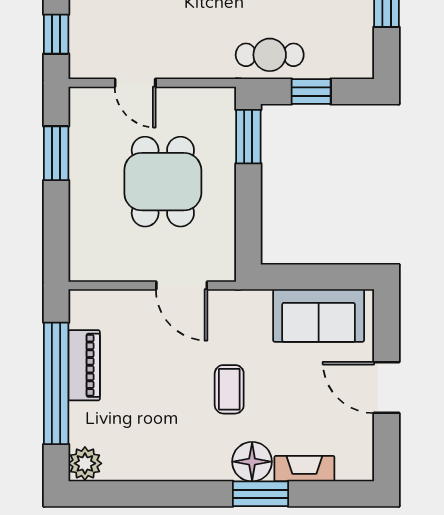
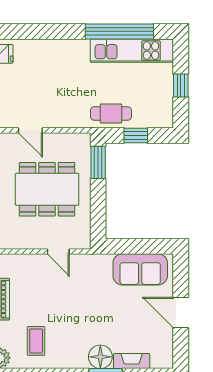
dining table: (163, 182) -> (47, 189), width x1.38
door: (182, 286) -> (58, 252), width x0.73
coffee table: (229, 389) -> (36, 341), moved

